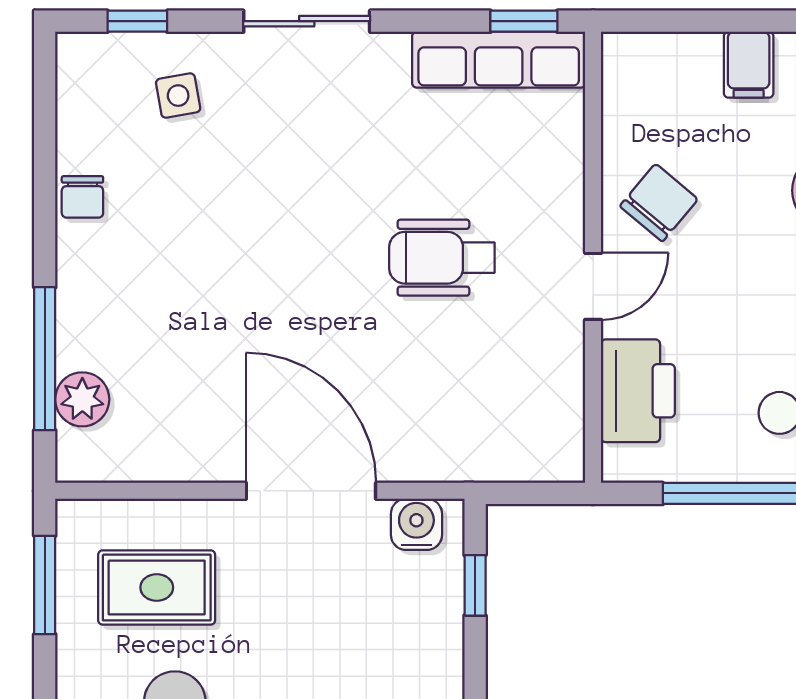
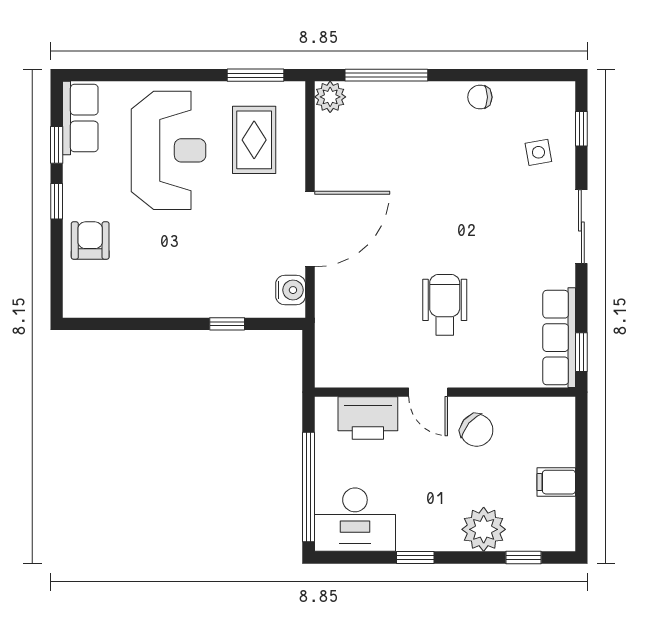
plant: (82, 399) -> (330, 97), moved
window: (475, 585) -> (227, 324), moved

